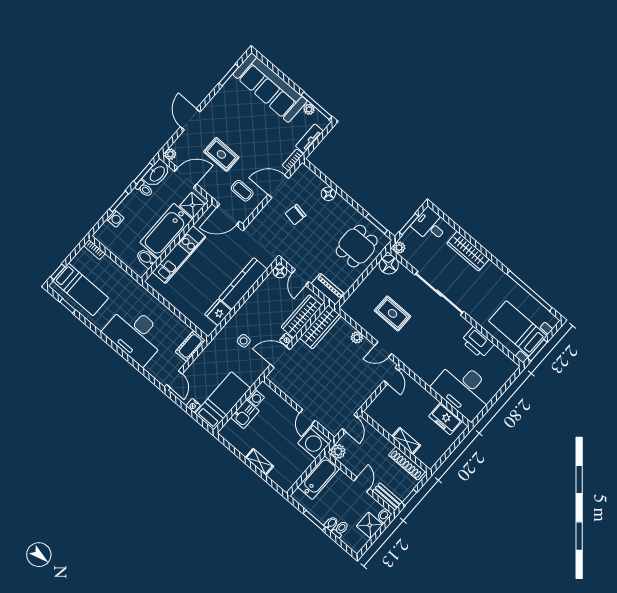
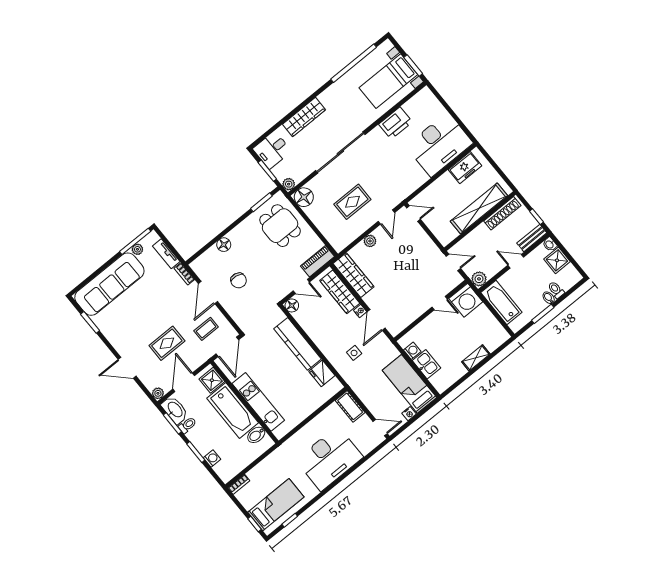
shelving: (406, 441) -> (479, 208), width x2.20, depth x1.33

